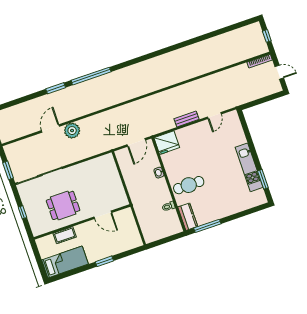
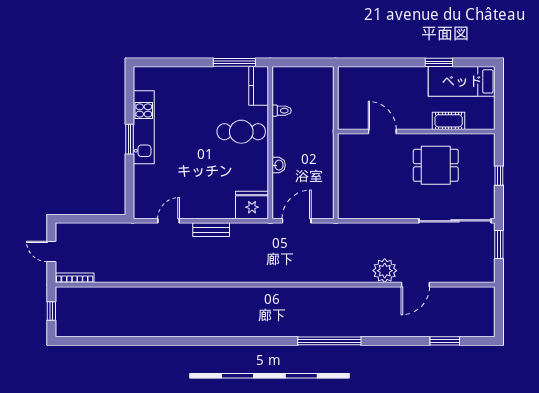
window: (56, 88) -> (445, 341), moved
window: (263, 179) -> (129, 139), moved
window: (104, 261) -> (439, 62), moved

